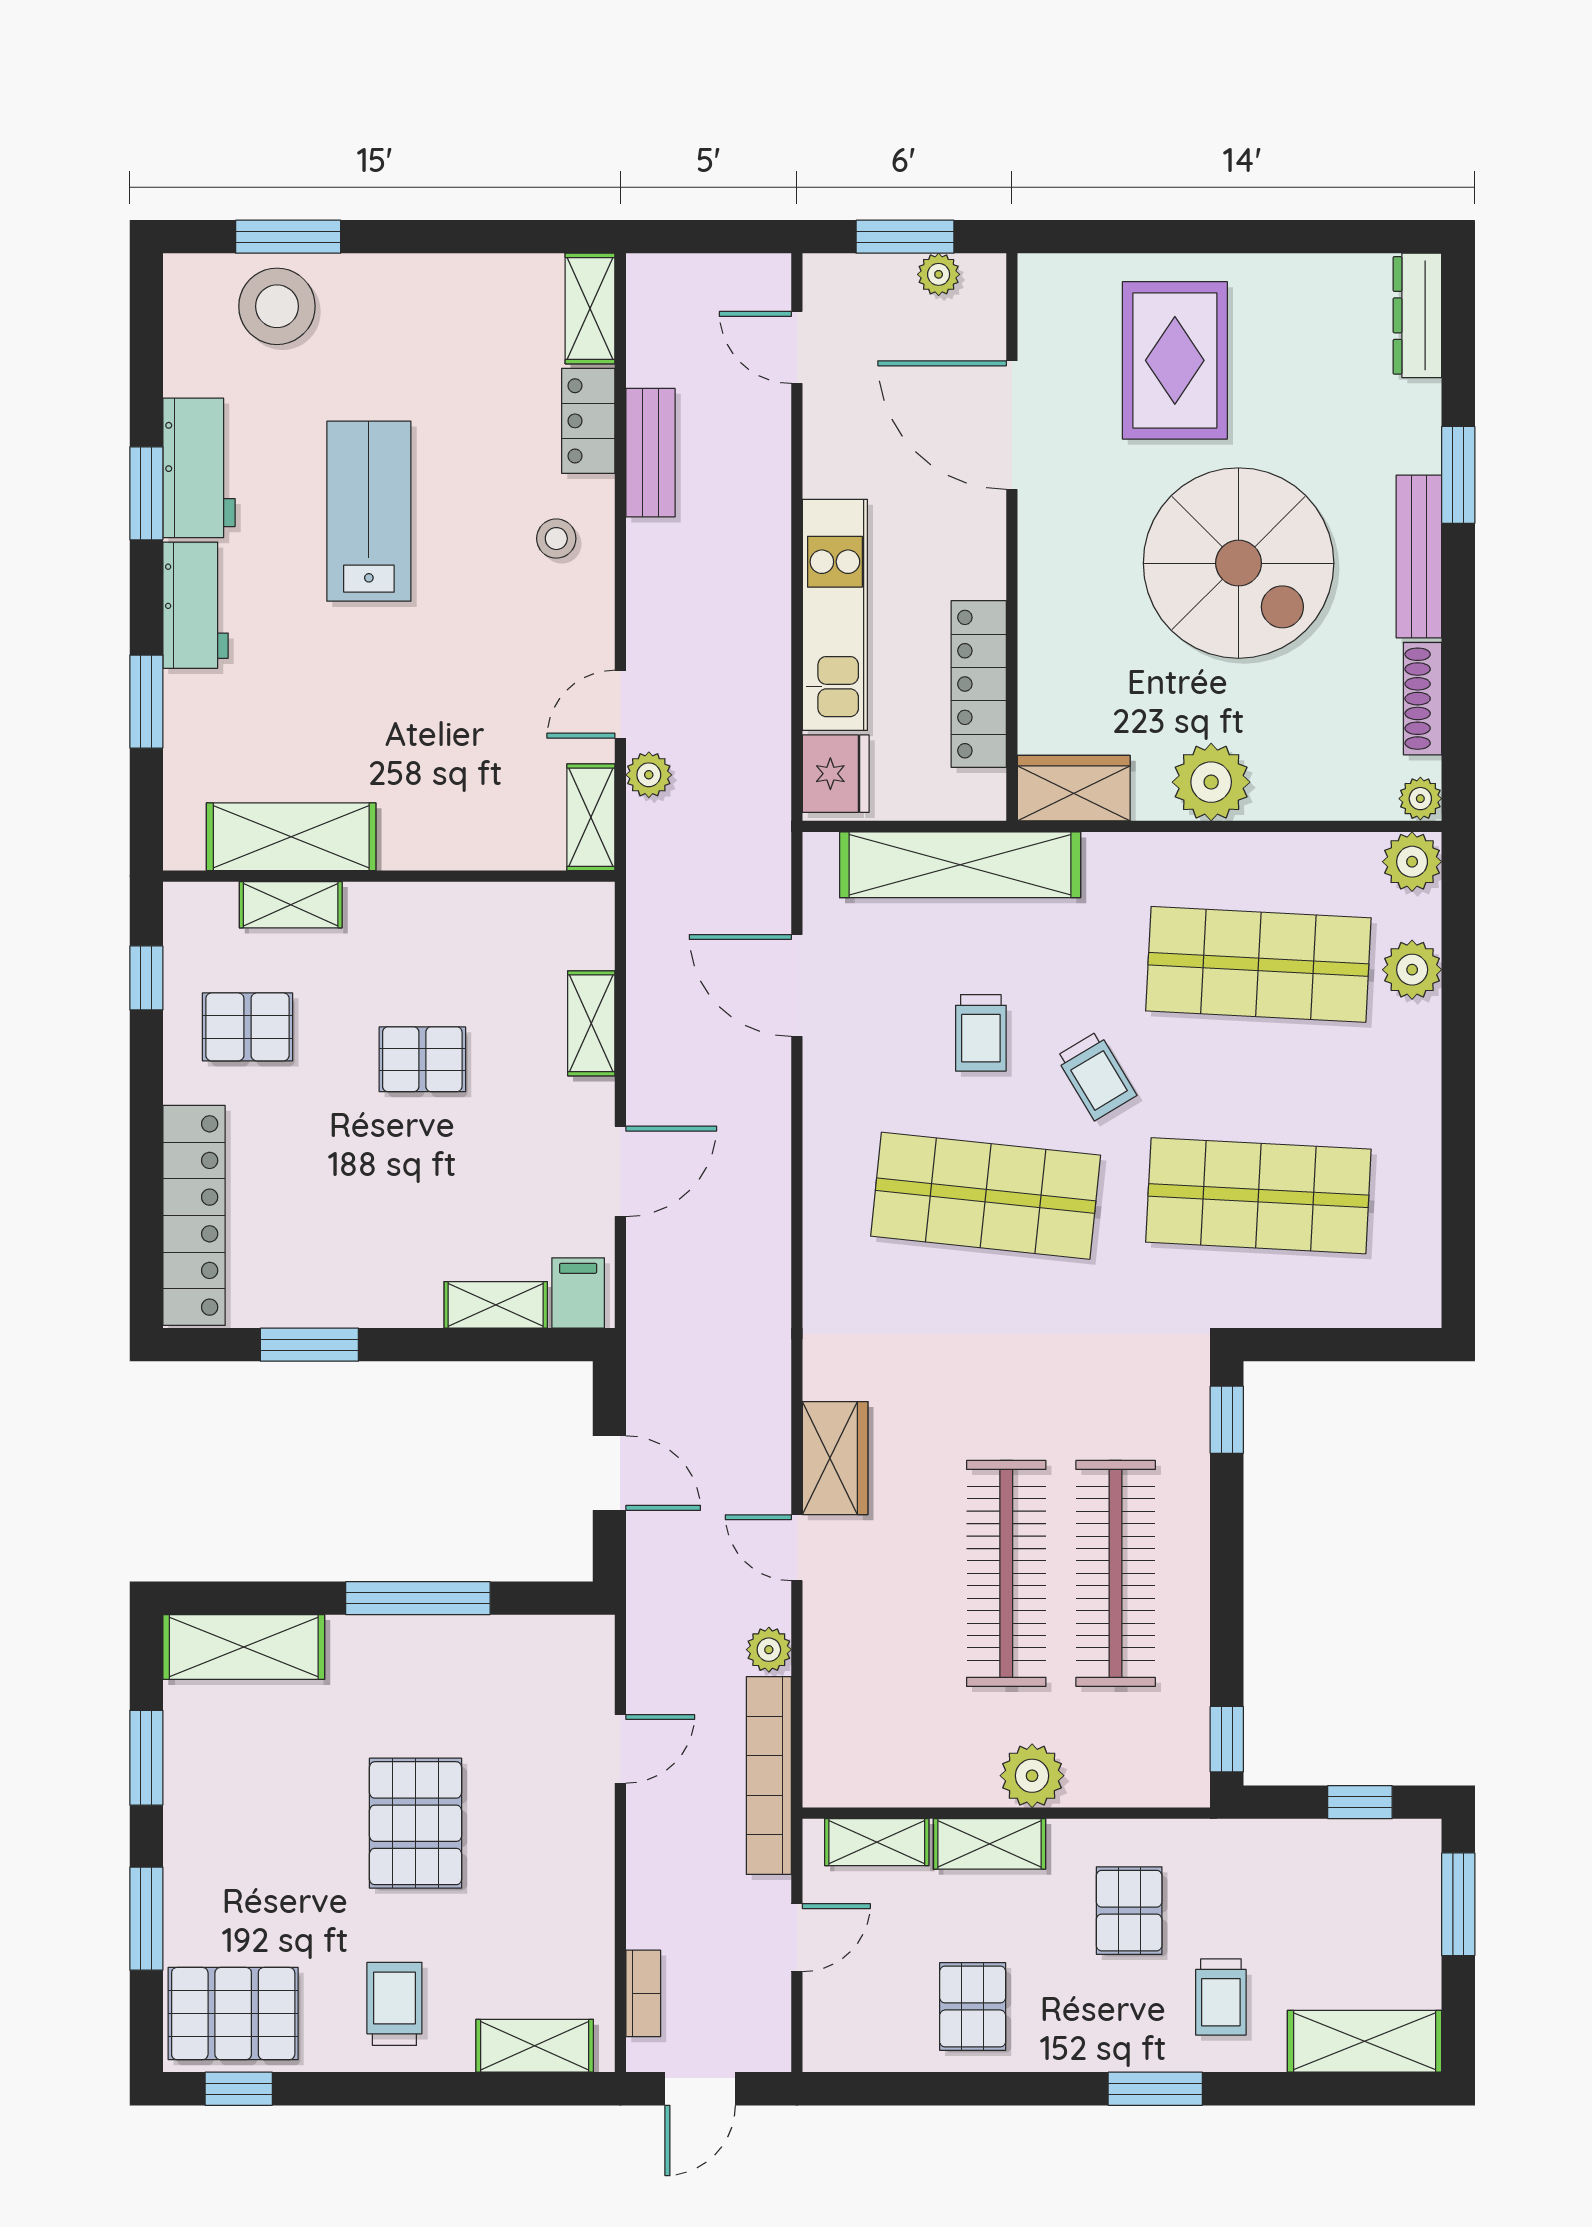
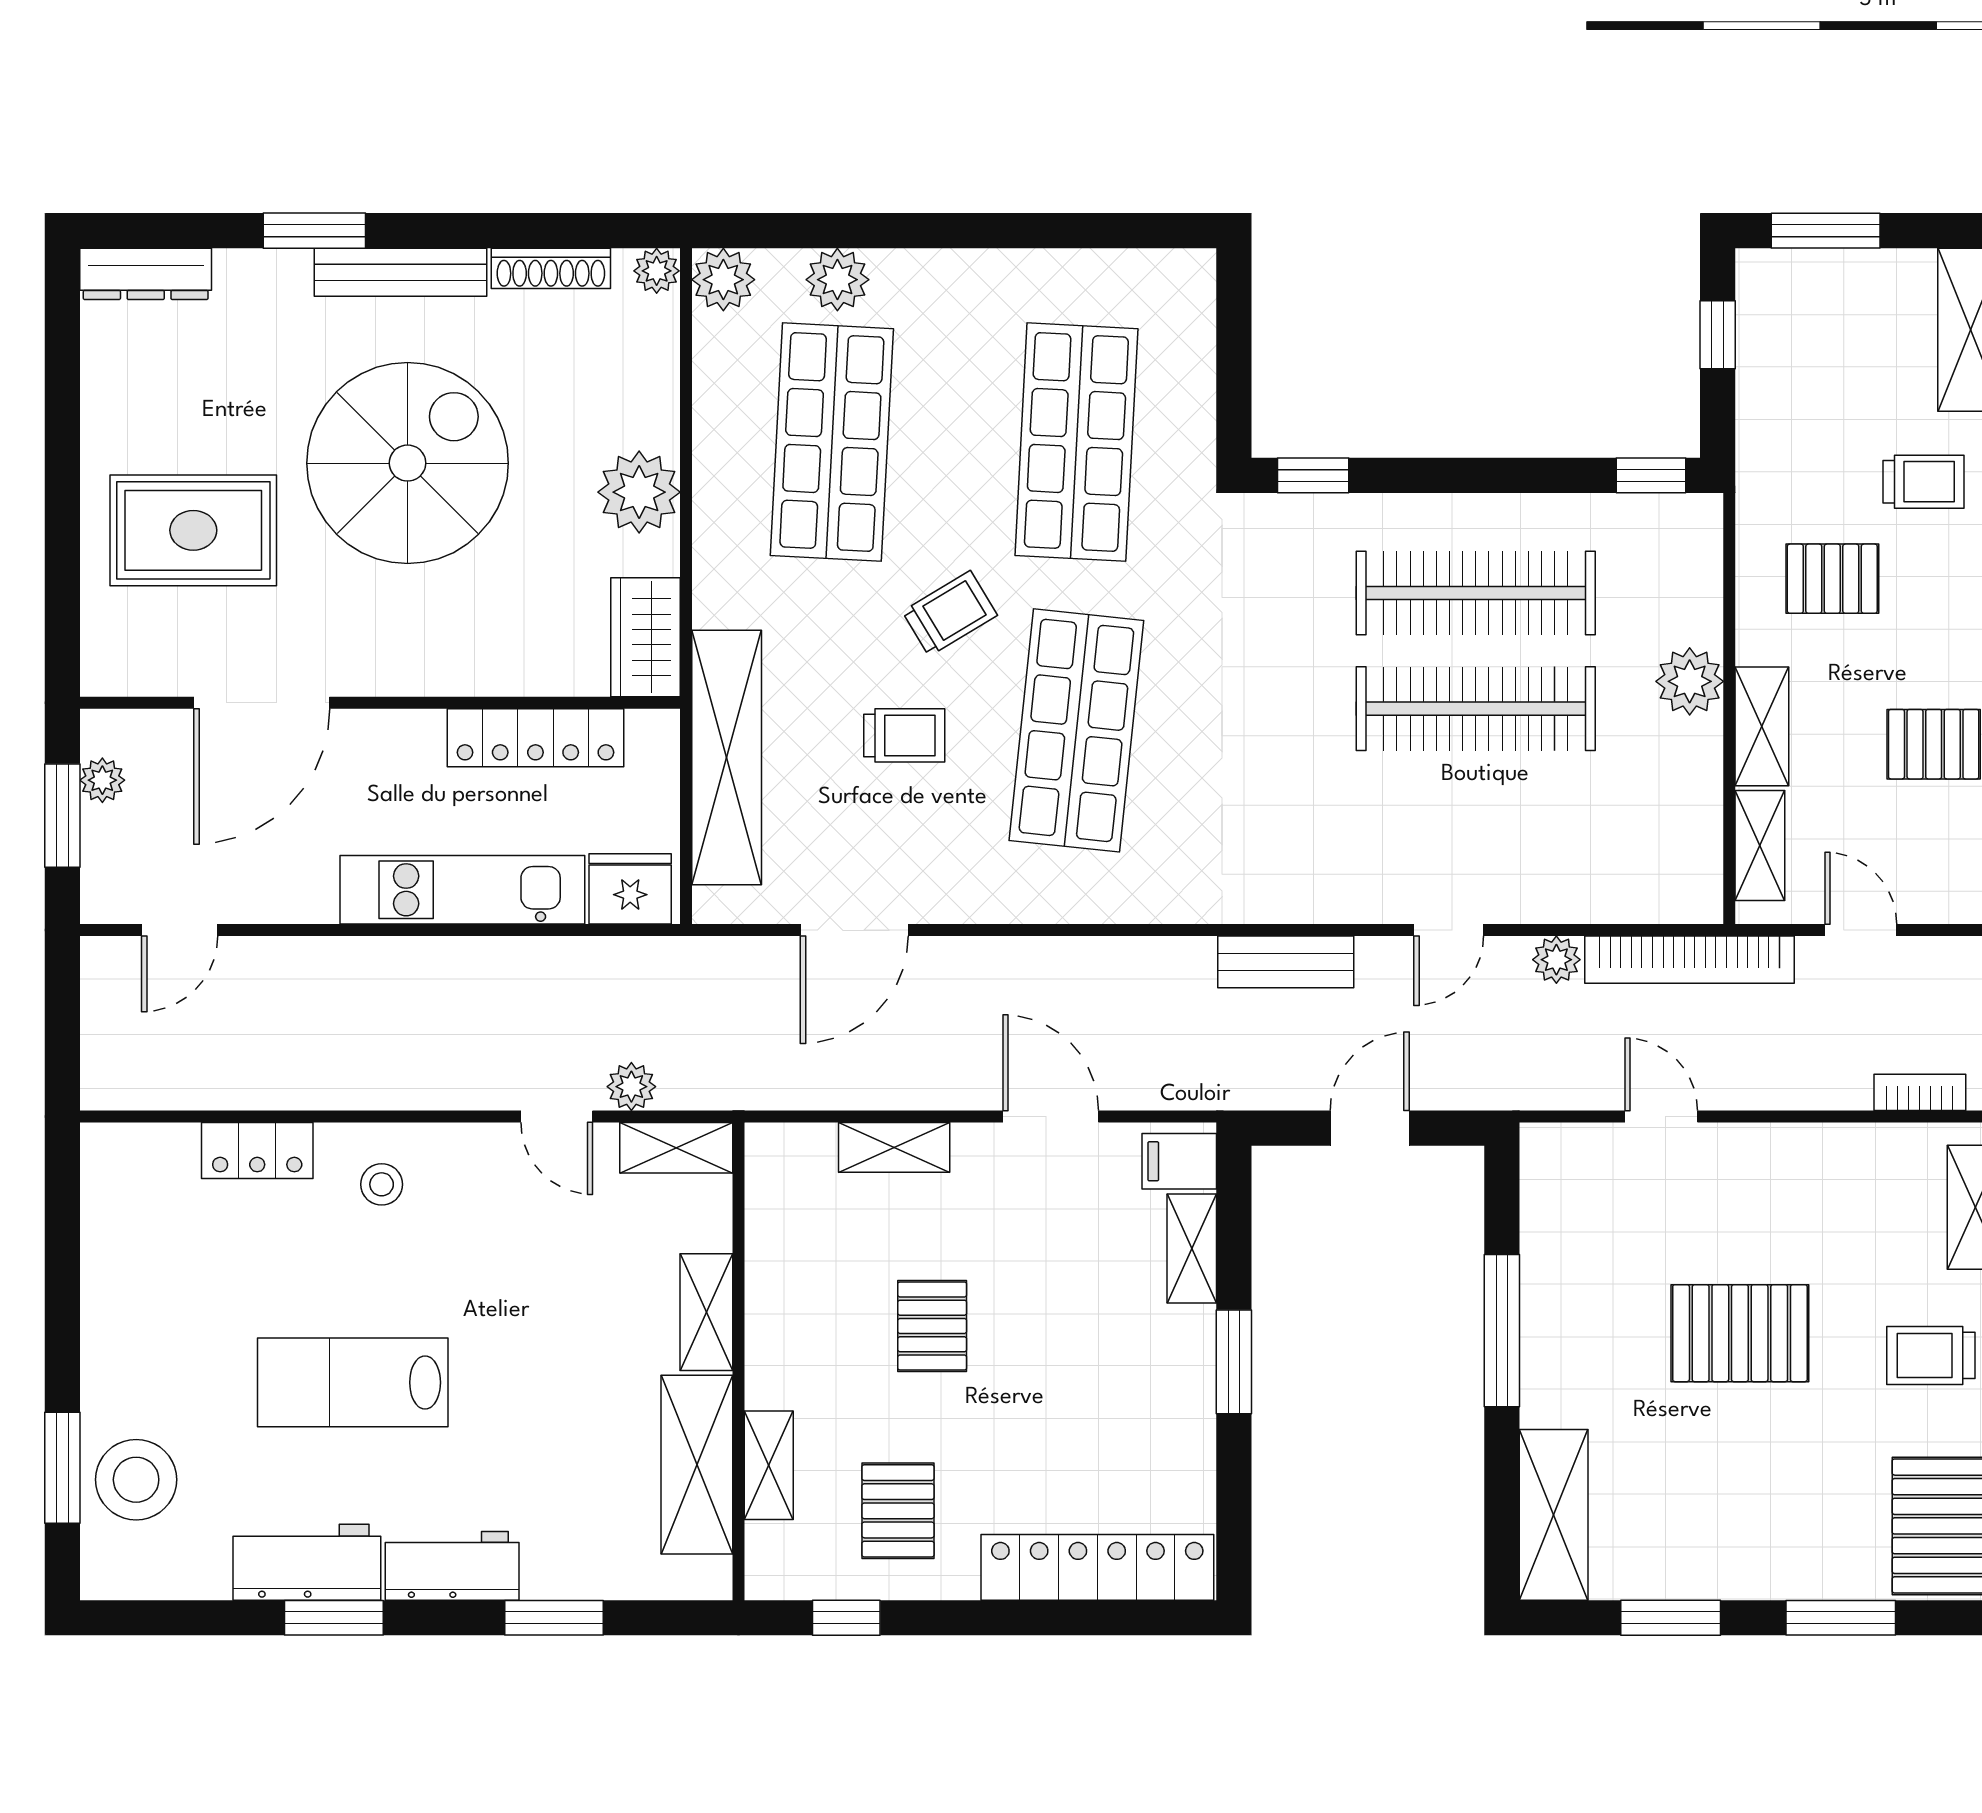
shelving: (590, 309) -> (706, 1312), moved, turned 90
bench: (650, 453) -> (1286, 962), moved
window: (309, 1345) -> (1234, 1362), moved
wardrobe: (835, 1458) -> (1354, 890), removed

